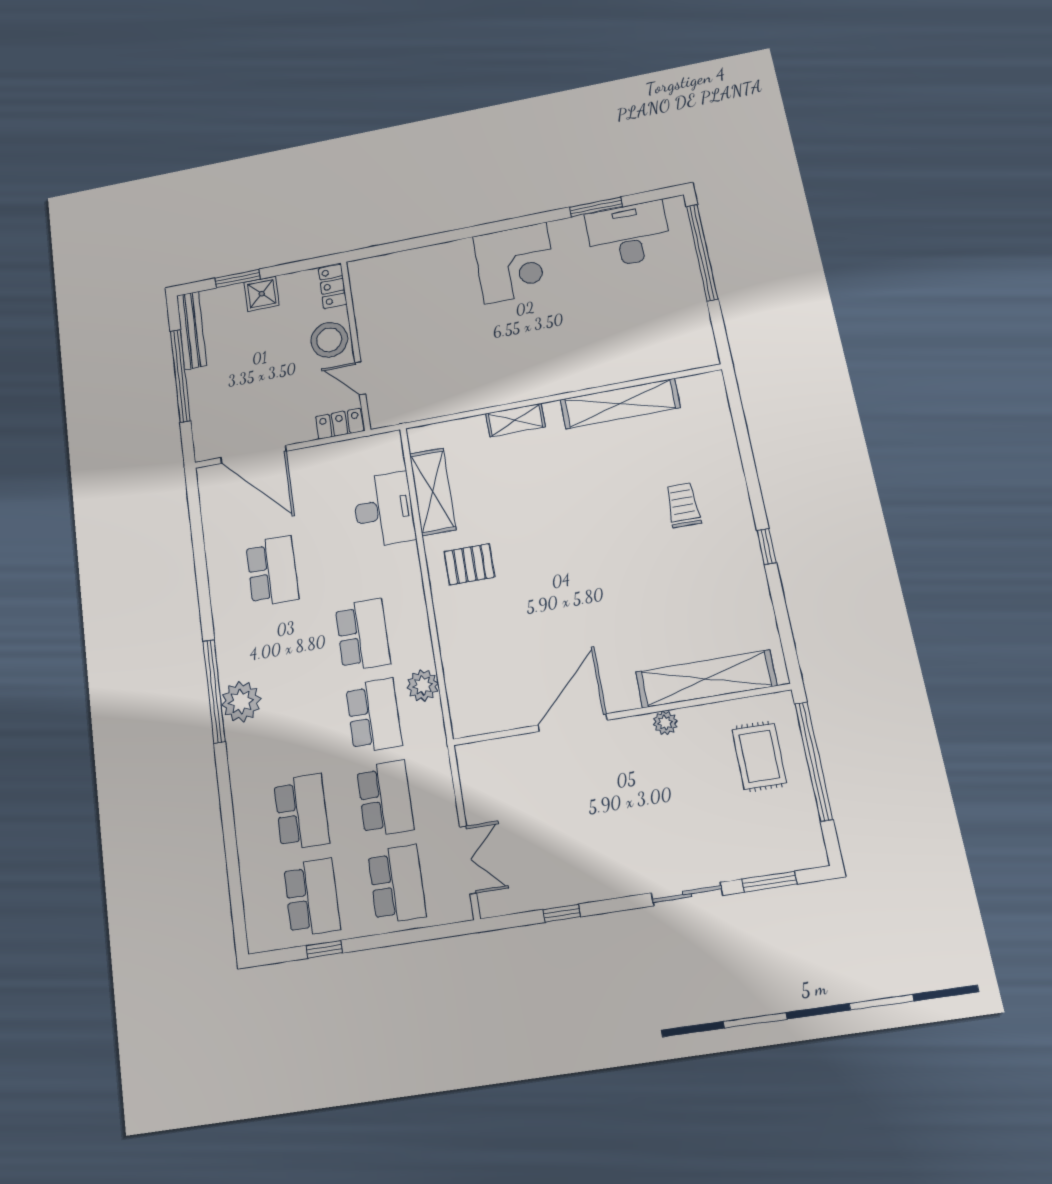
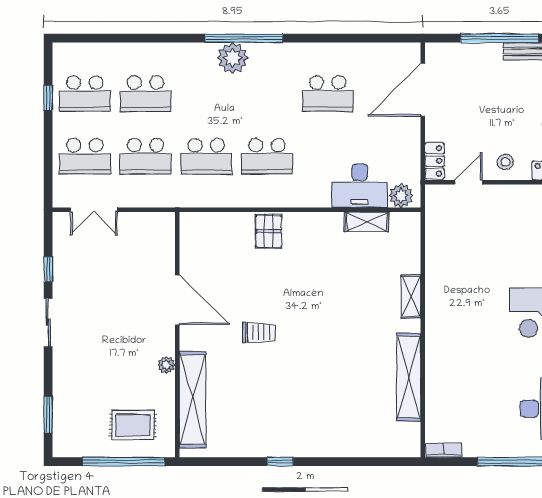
stool: (329, 340) -> (505, 162), width x0.53, depth x0.53
bookcase: (707, 343) -> (444, 450), added
shelving: (433, 492) -> (367, 222), width x0.67, depth x0.75
trolley: (683, 505) -> (259, 332), moved
pallet: (469, 564) -> (269, 231), moved
plant: (423, 686) -> (401, 196), moved
sliding door: (687, 894) -> (48, 322), moved

